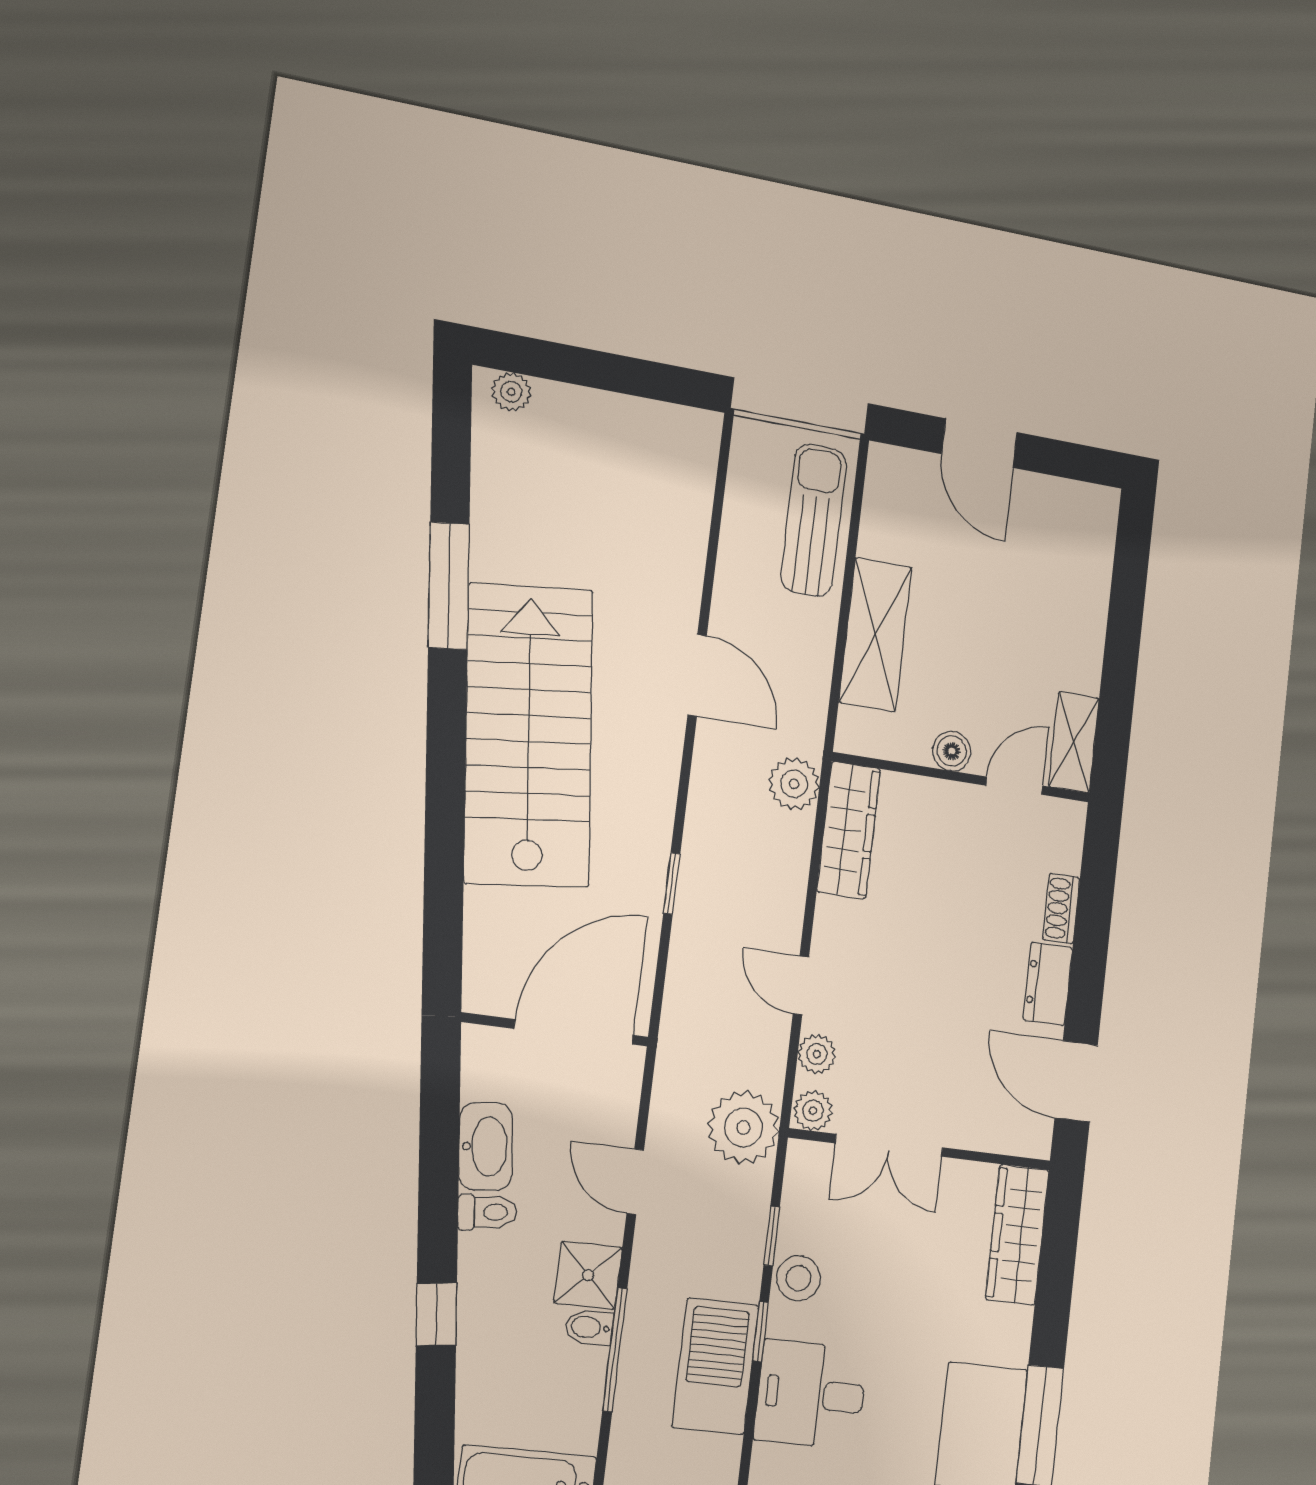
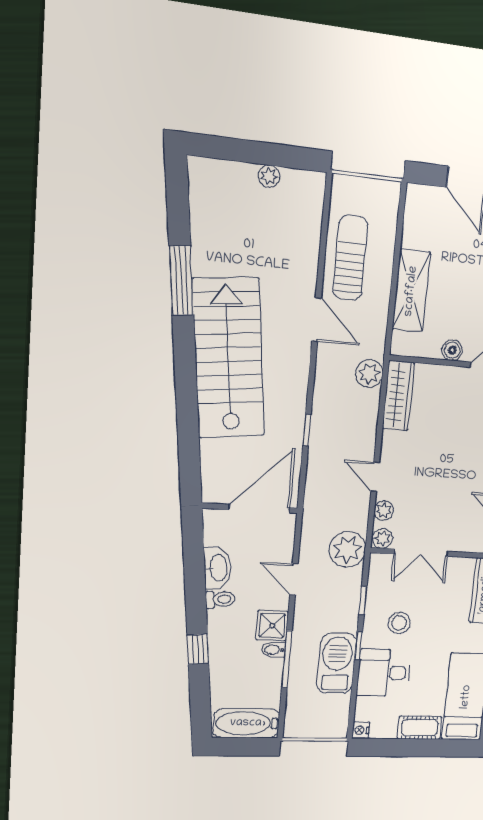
plant: (511, 392) -> (269, 176), moved
sun lounger: (814, 520) -> (350, 258), moved
stool: (798, 1278) -> (399, 623), moved

